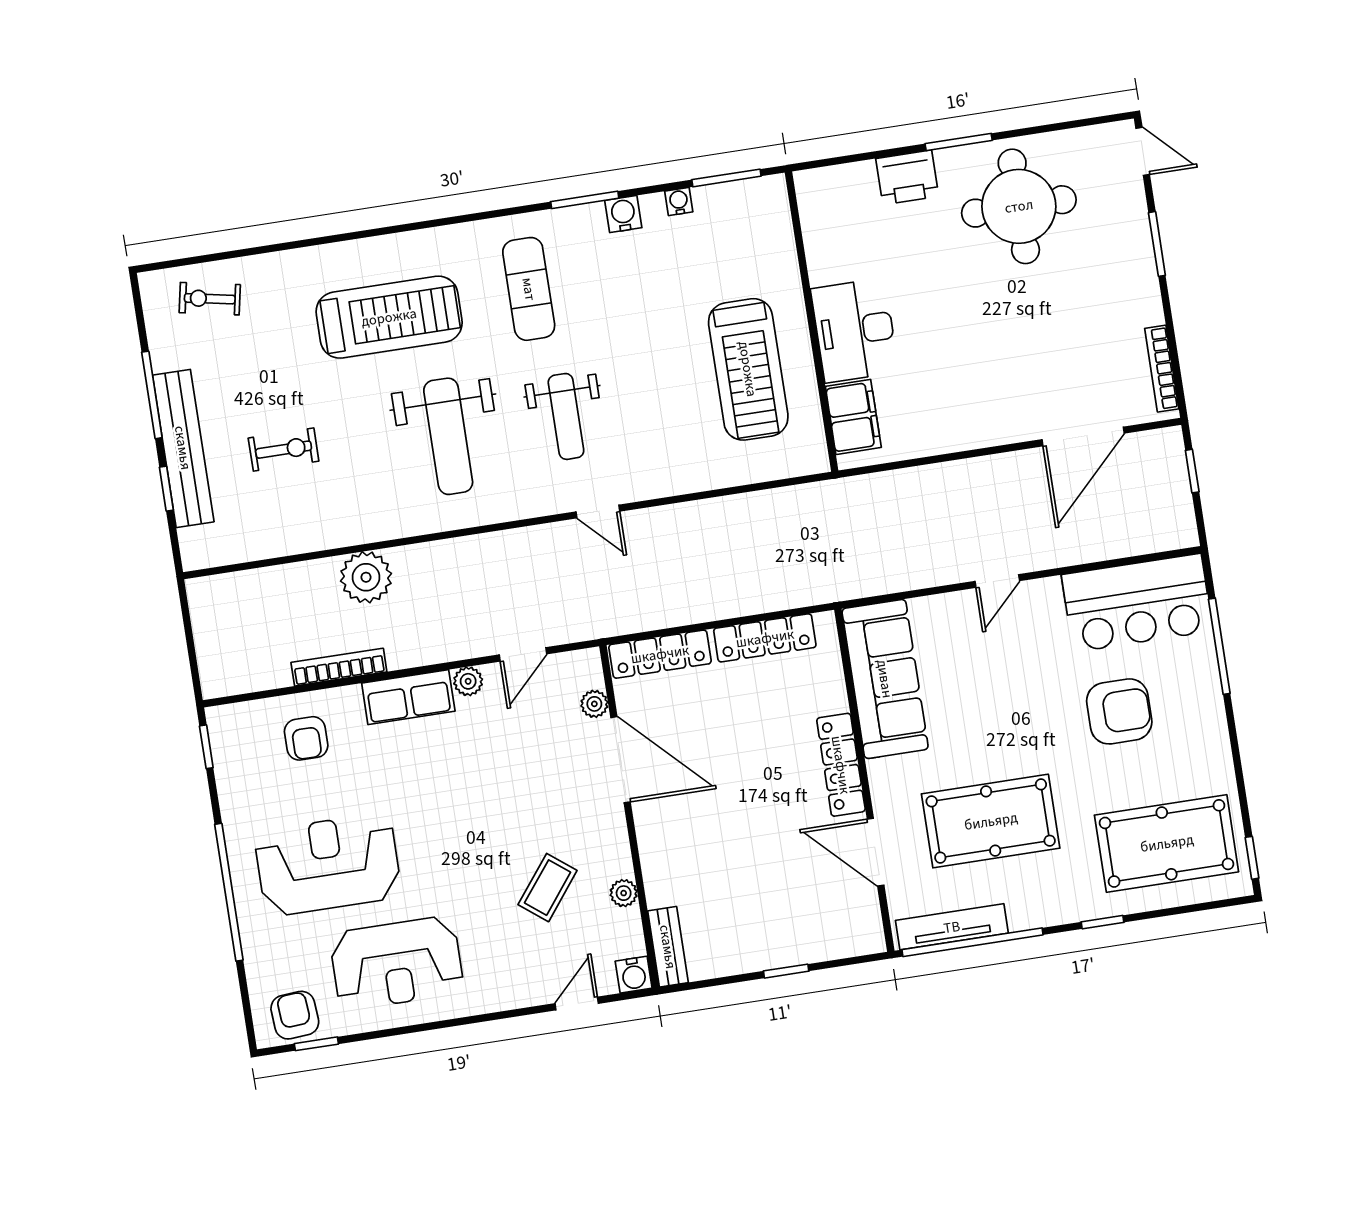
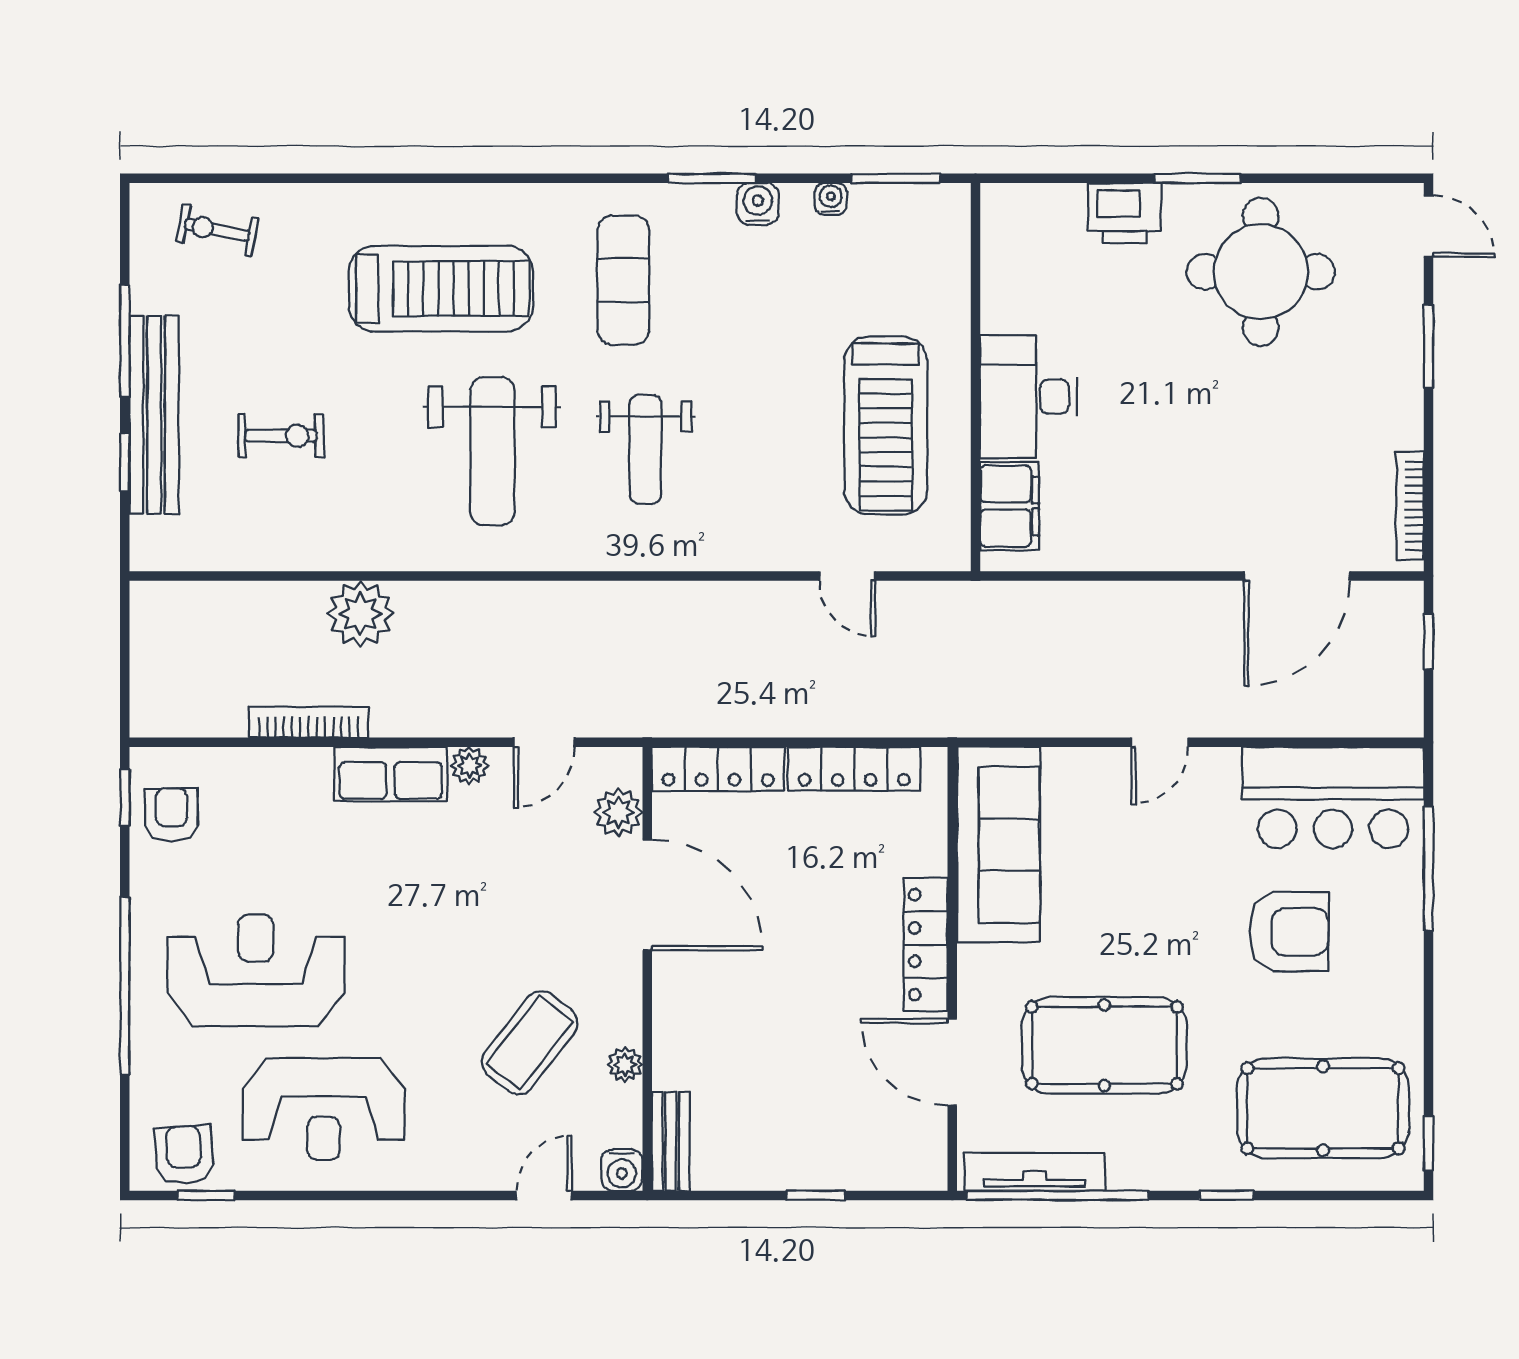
door: (598, 512) -> (847, 576), moved
plant: (594, 704) -> (618, 812), width x1.38, depth x1.38
armchair: (306, 738) -> (172, 815), moved, turned 180
coffee table: (548, 888) -> (530, 1043), width x1.36, depth x1.30

